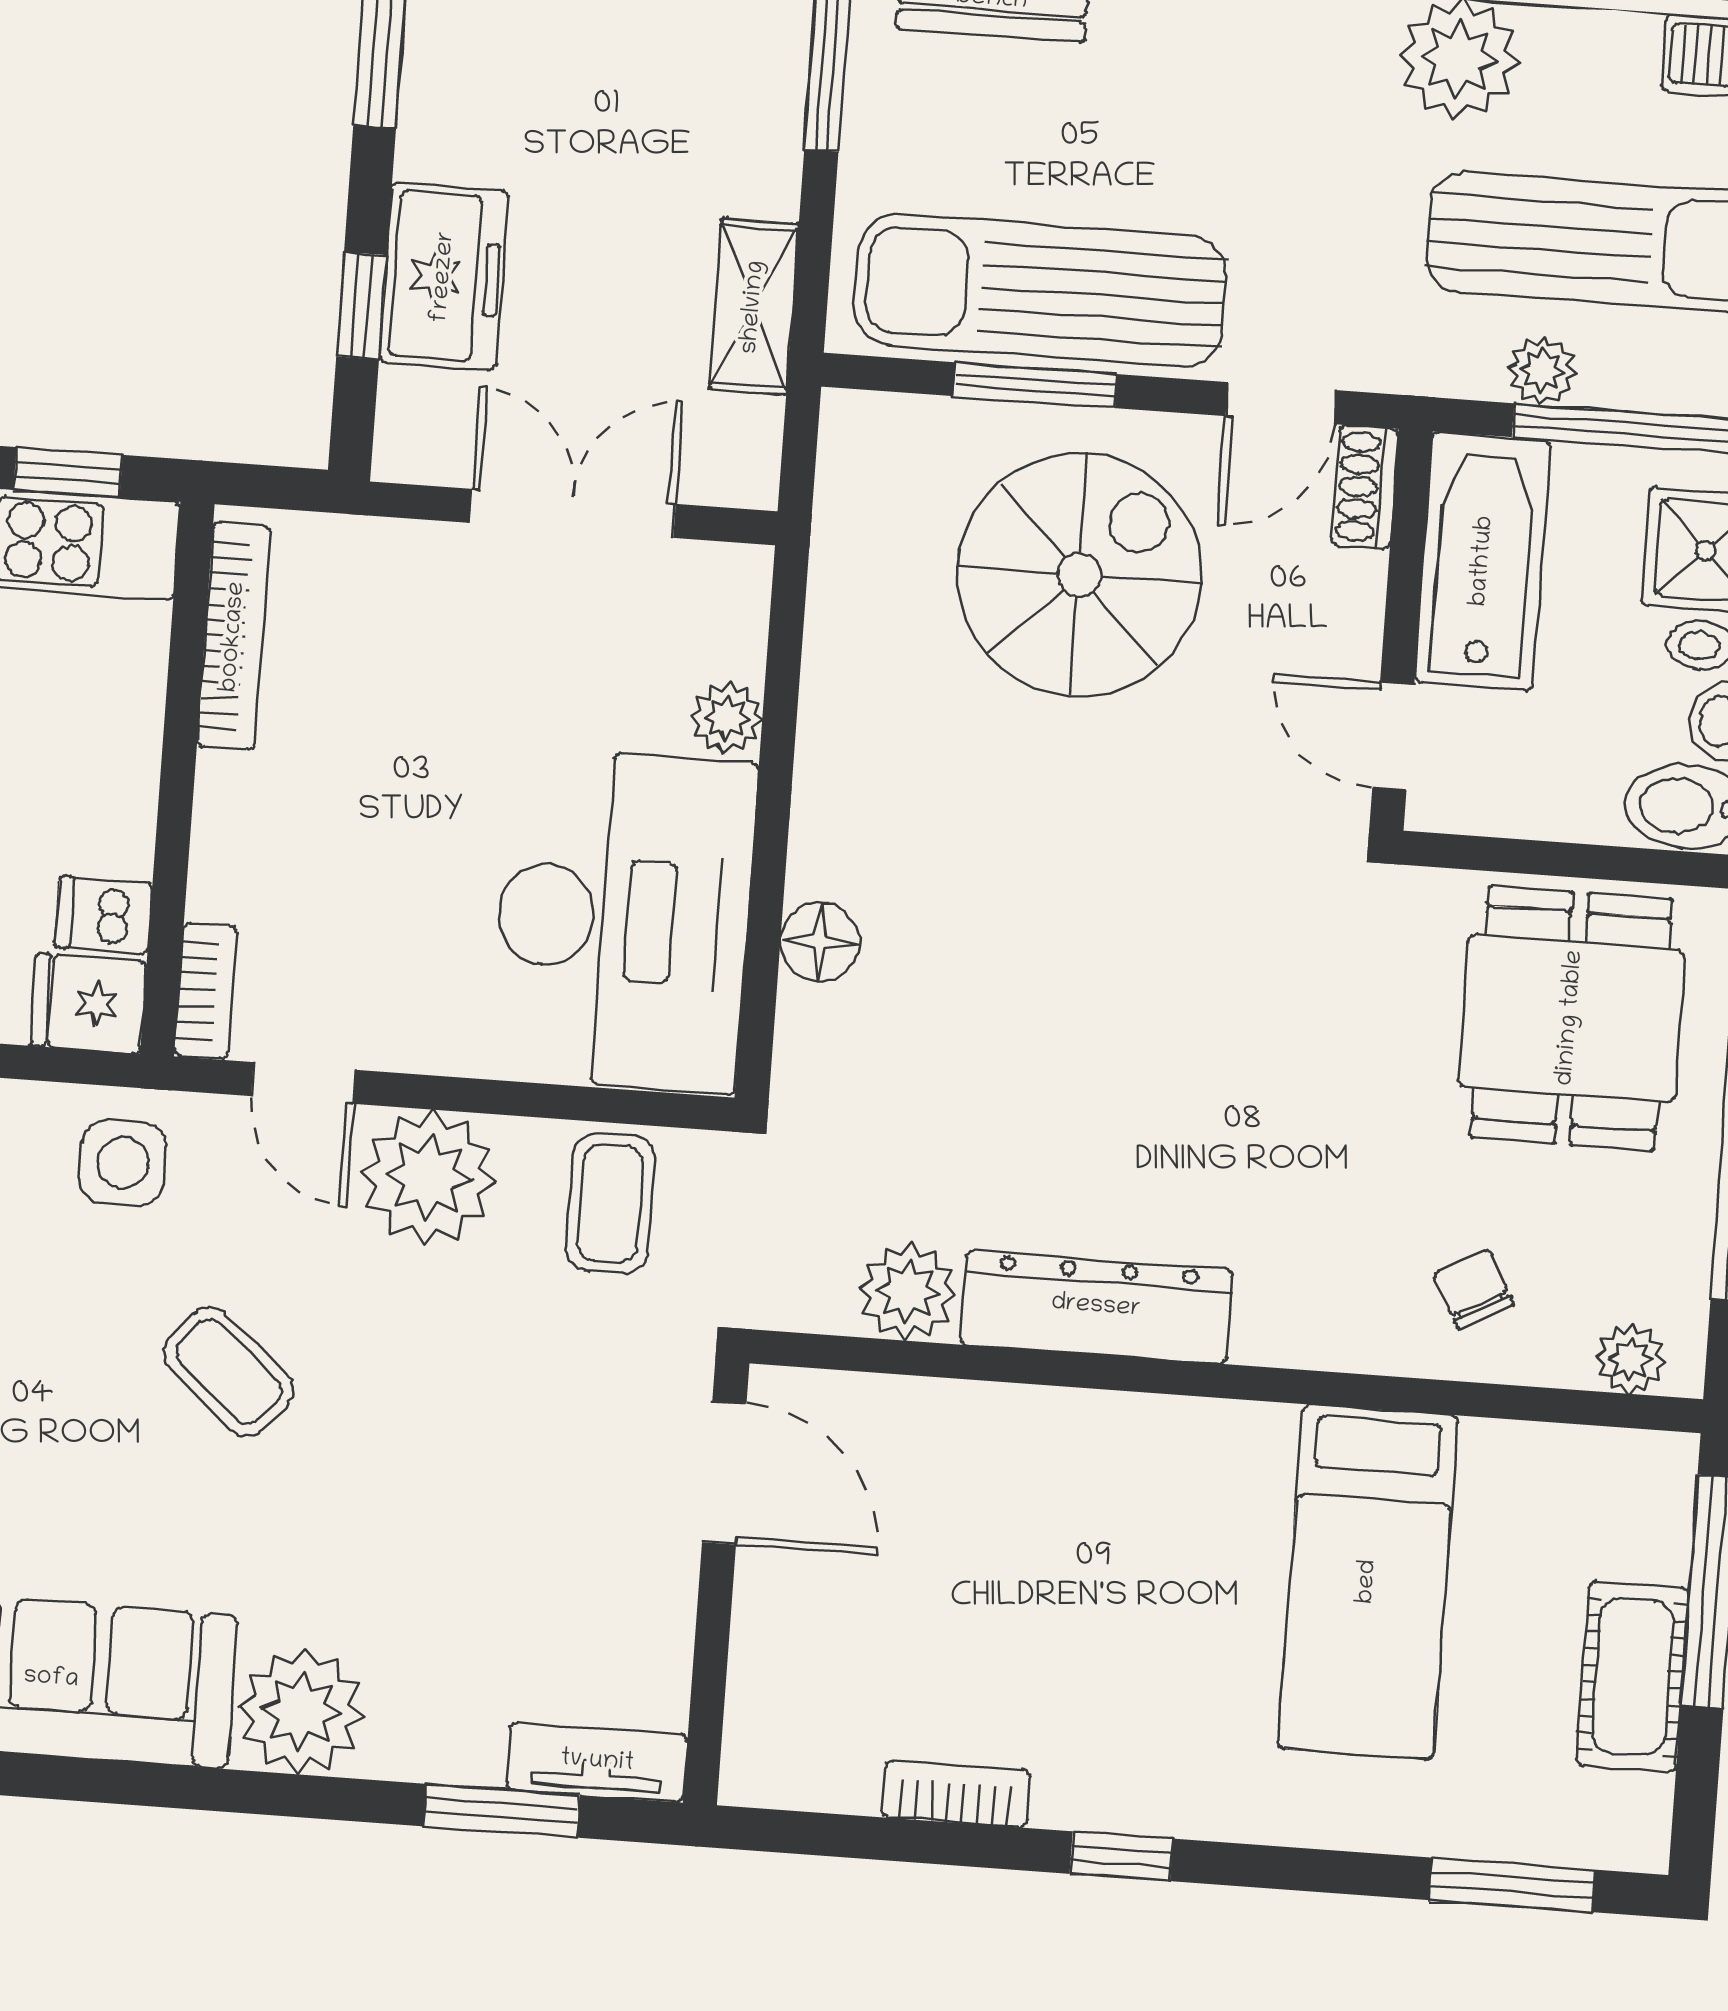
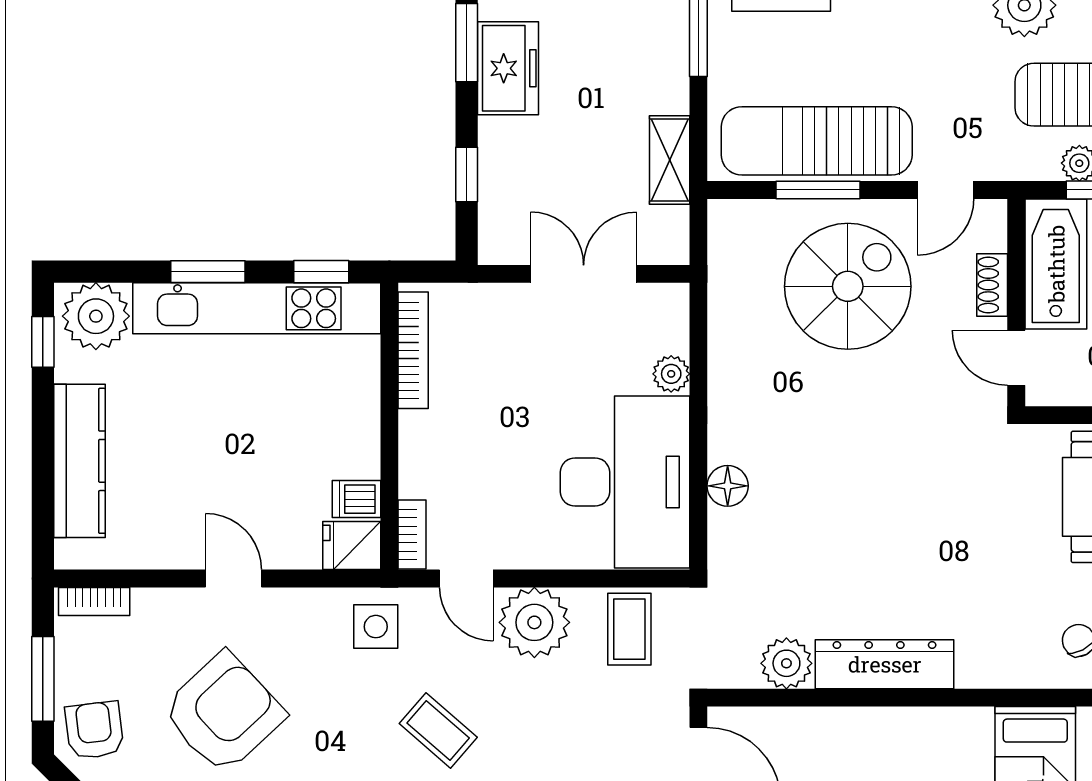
freezer: (444, 277) -> (508, 68), moved
shoe rack: (1365, 487) -> (992, 285), moved

